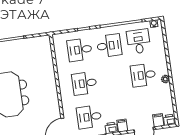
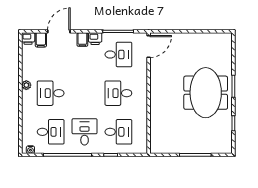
desk: (139, 41) -> (51, 132), turned -90
desk: (109, 46) -> (85, 132), turned 90
desk: (143, 75) -> (51, 93), turned 180
desk: (84, 83) -> (118, 93), turned 180

